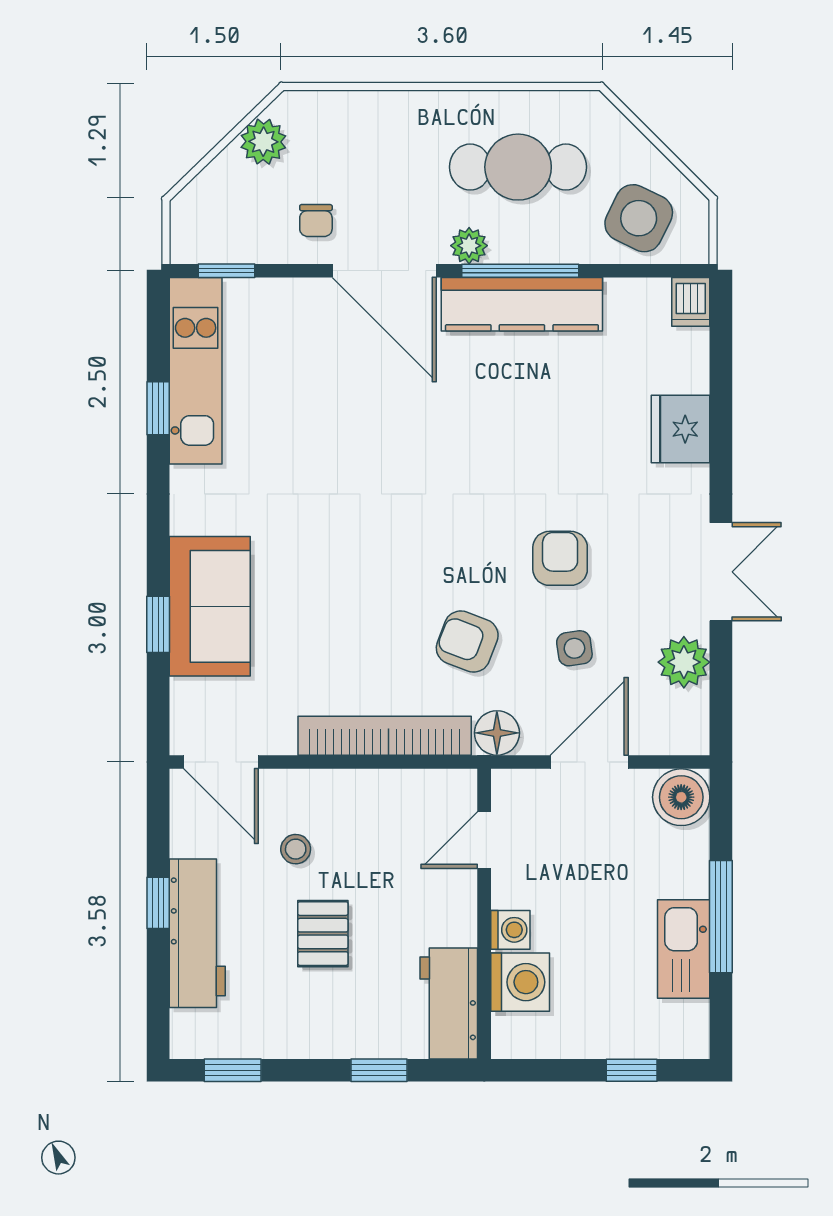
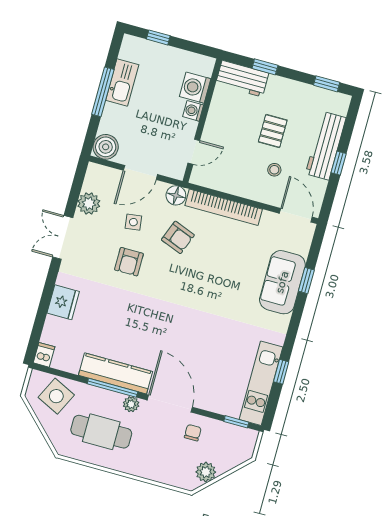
workbench: (449, 1003) -> (242, 79), moved, turned 90

